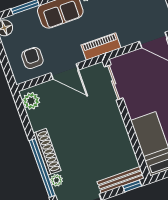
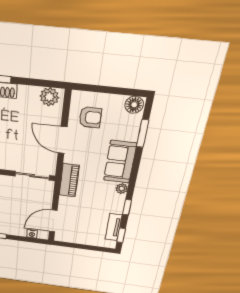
door: (65, 71) -> (62, 140), hinge flipped

